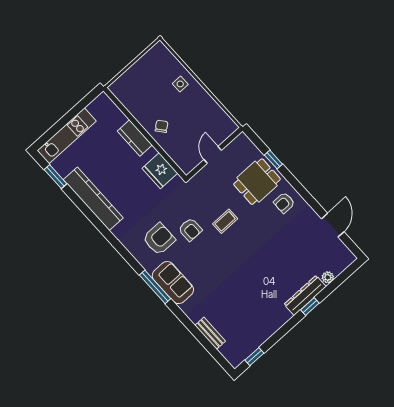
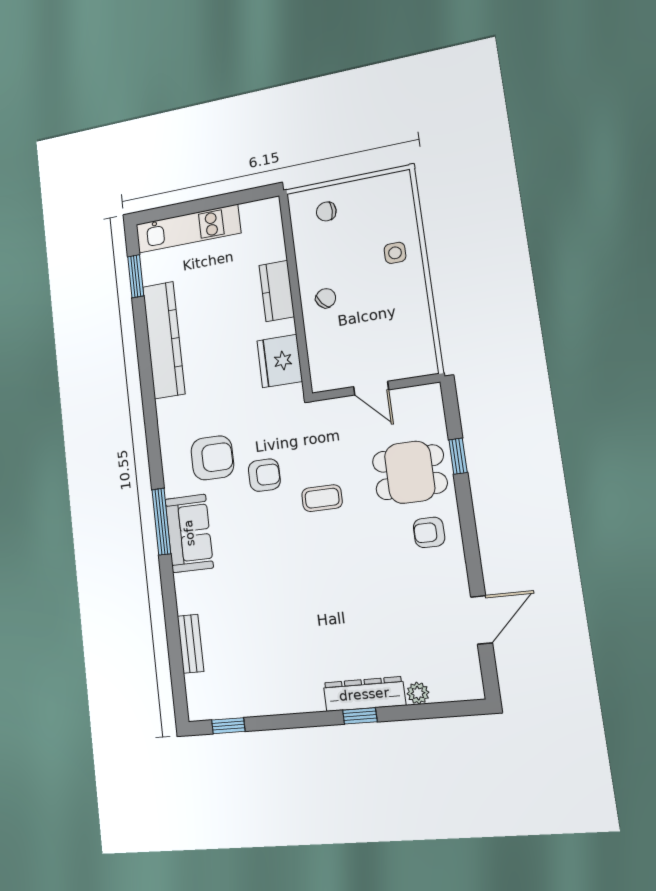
chair: (133, 84) -> (326, 211), added
door: (213, 155) -> (371, 388), swing flipped
armchair: (190, 230) -> (264, 475), turned -90

